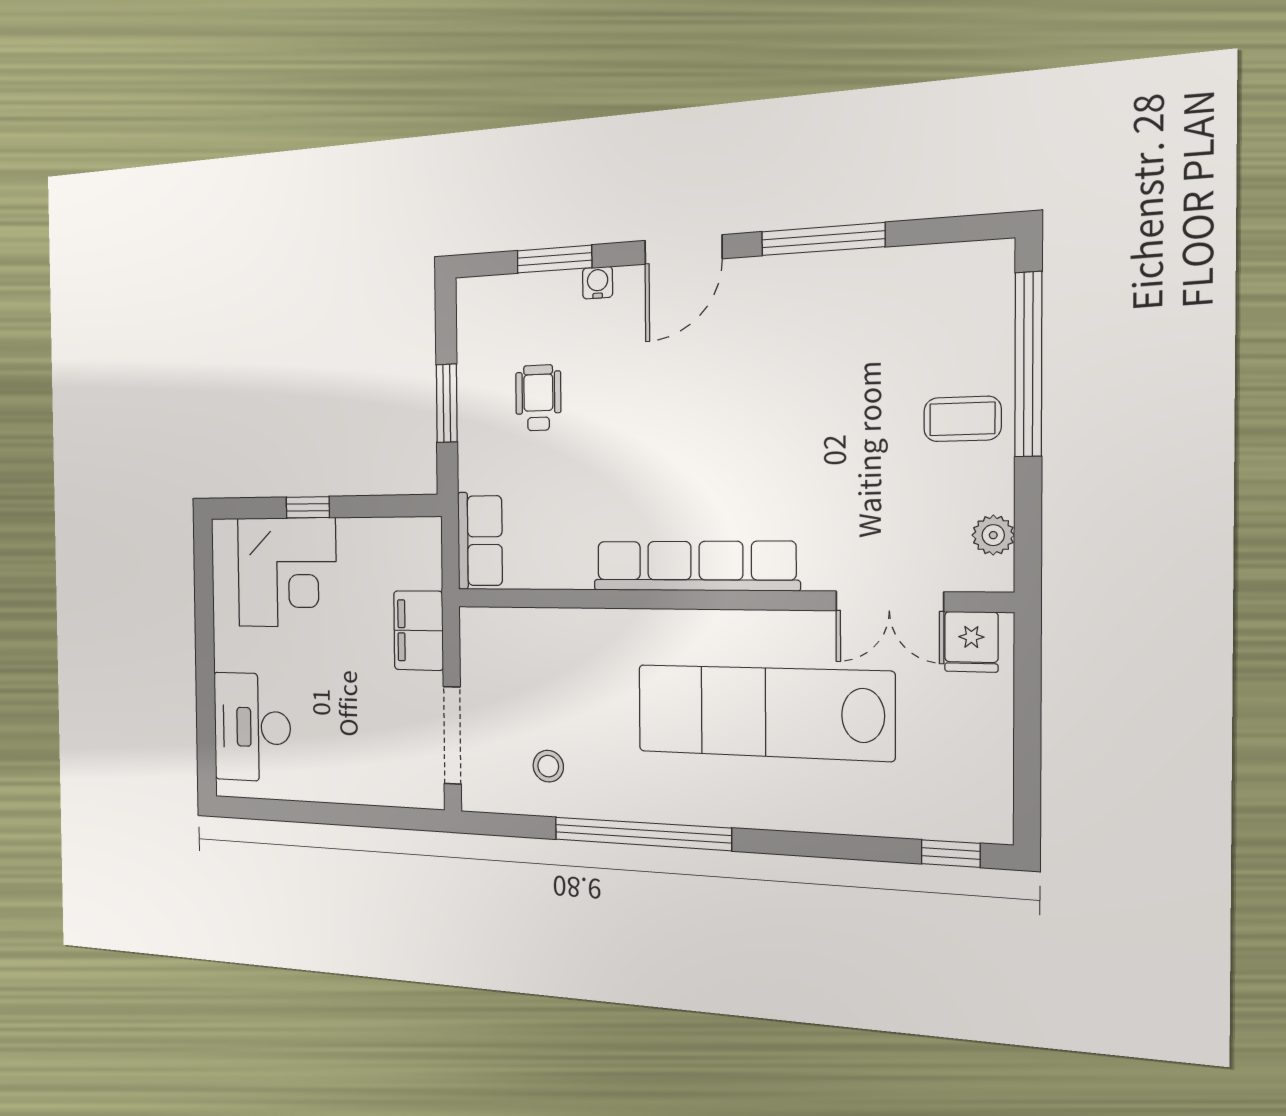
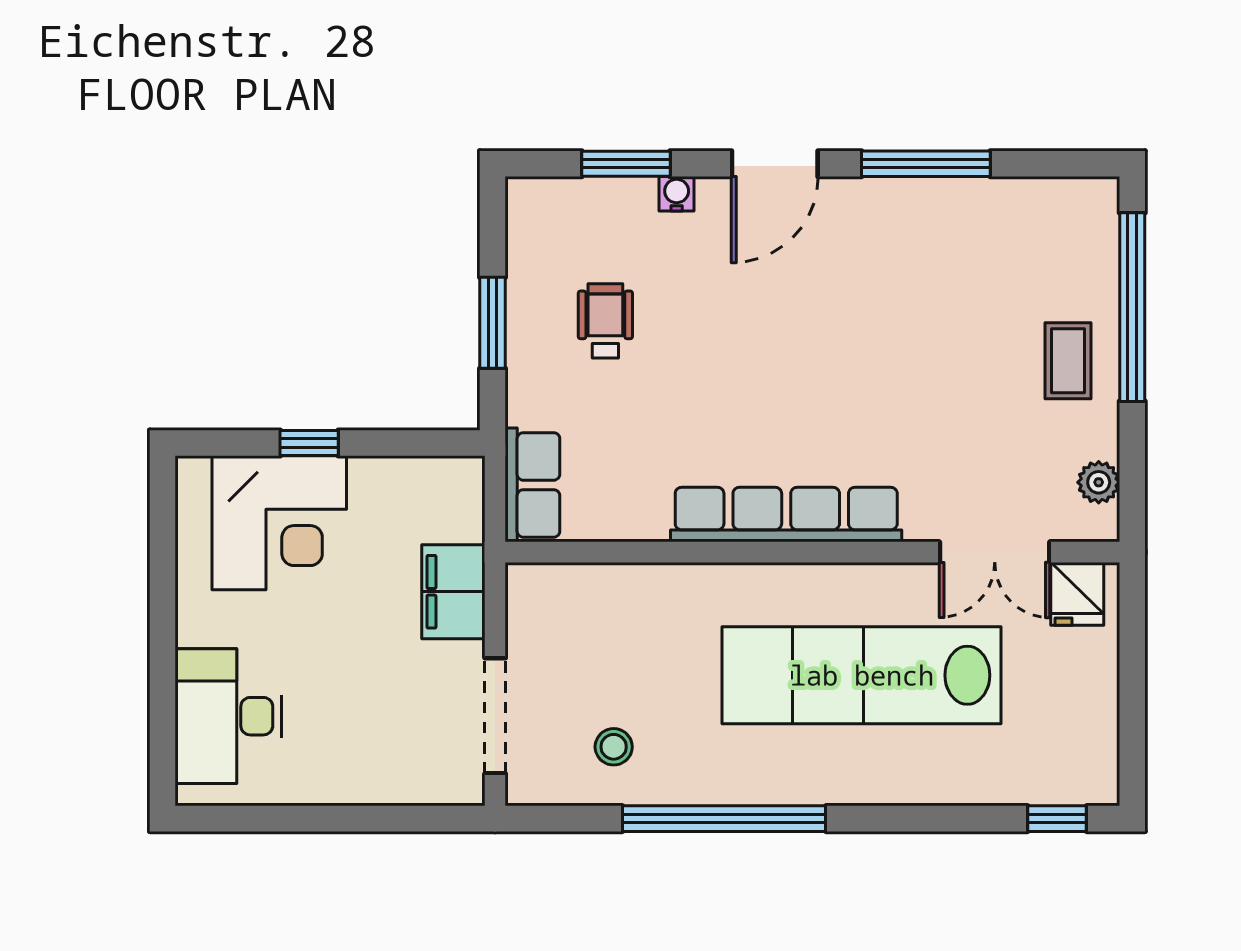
coffee table: (962, 419) -> (1068, 361), turned 90

